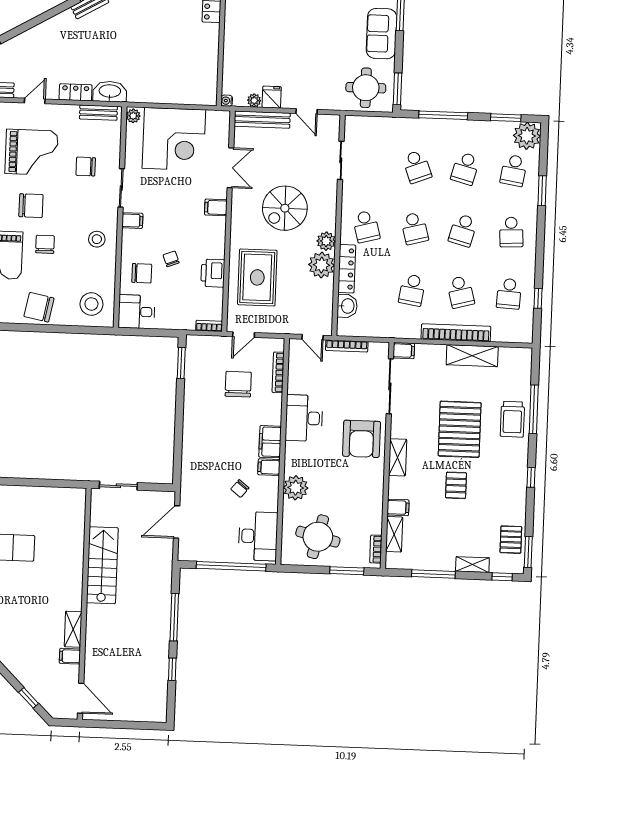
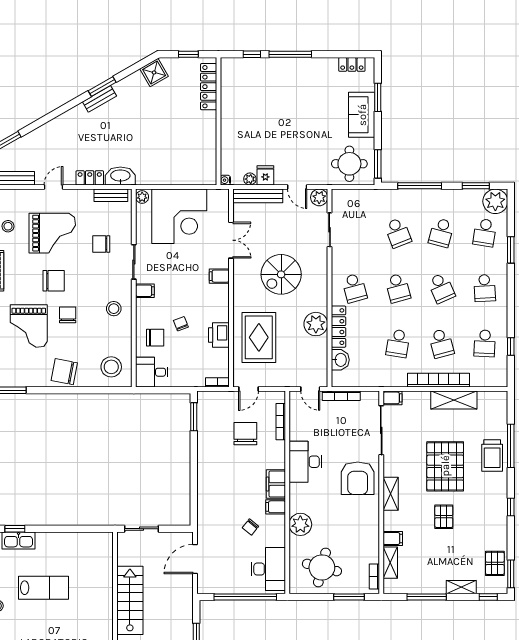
school desk: (463, 230) -> (441, 288), turned -39
plant: (326, 241) -> (319, 197), moved

